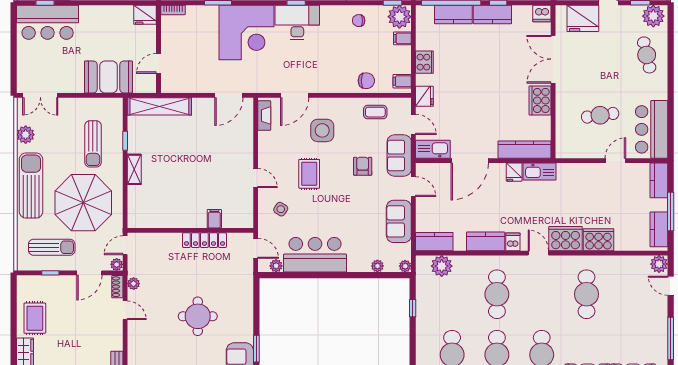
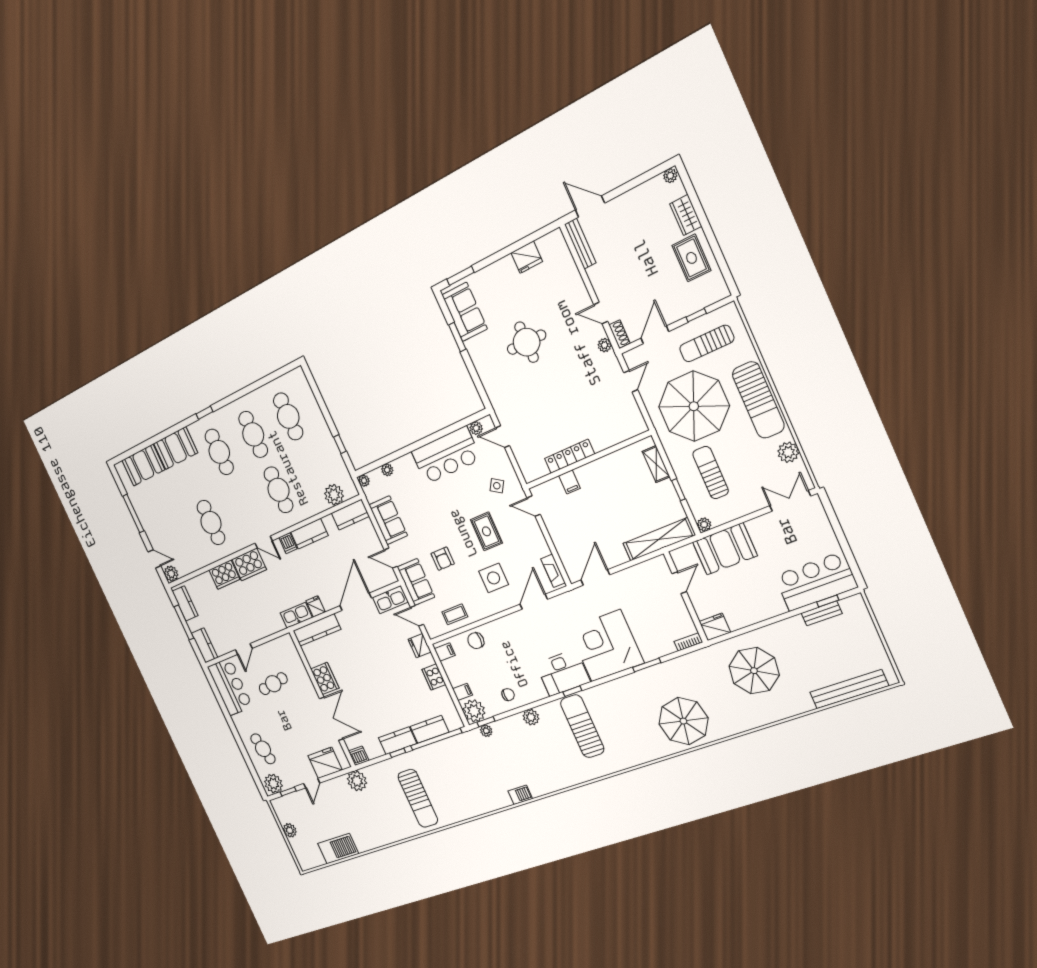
filing cabinet: (214, 219) -> (570, 482), moved
wall: (190, 230) -> (587, 460), moved
locker: (204, 240) -> (569, 456), moved
plant: (117, 264) -> (704, 524), moved

